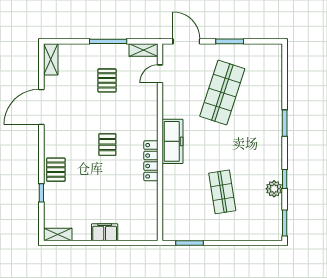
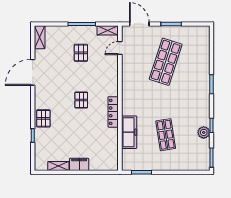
freezer: (173, 141) -> (129, 132), moved
shelving: (58, 234) -> (58, 166), moved

